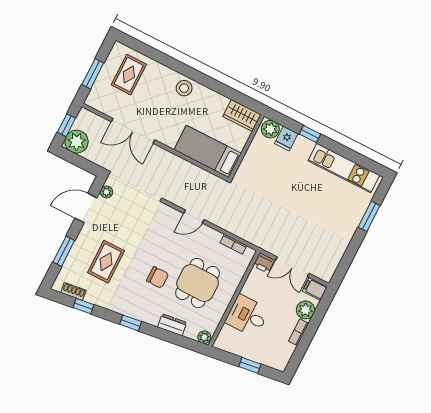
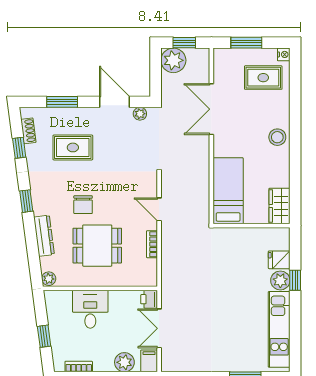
nightstand: (118, 48) -> (284, 54), added
plant: (270, 129) -> (280, 280), moved
bookcase: (233, 244) -> (152, 244), moved
dresser: (172, 325) -> (44, 236), width x1.44
bookcase: (299, 332) -> (79, 367), moved

